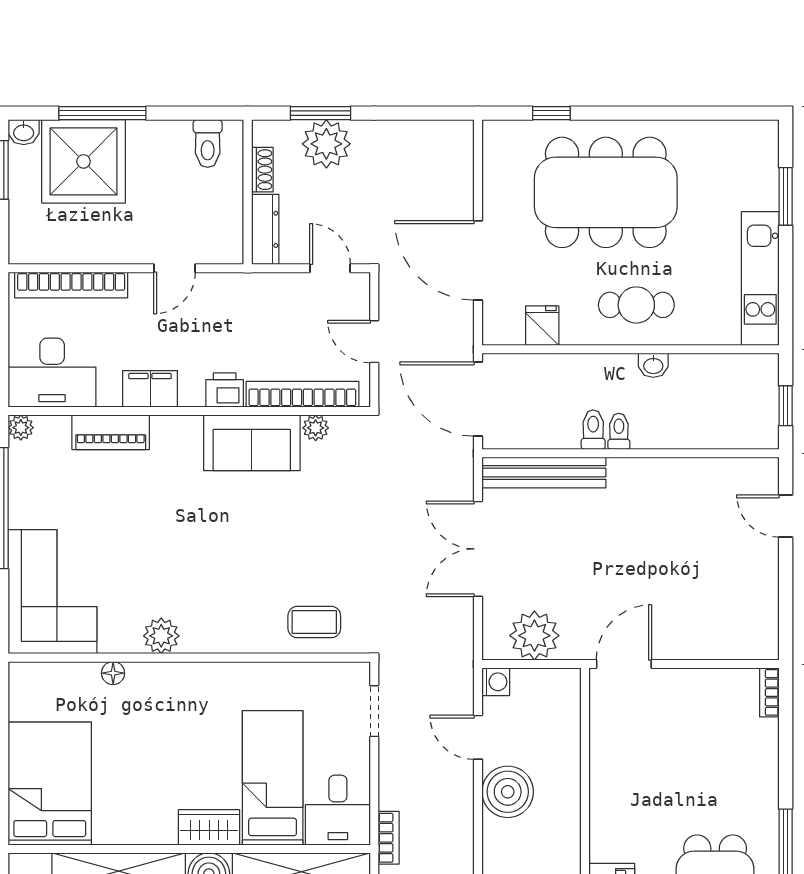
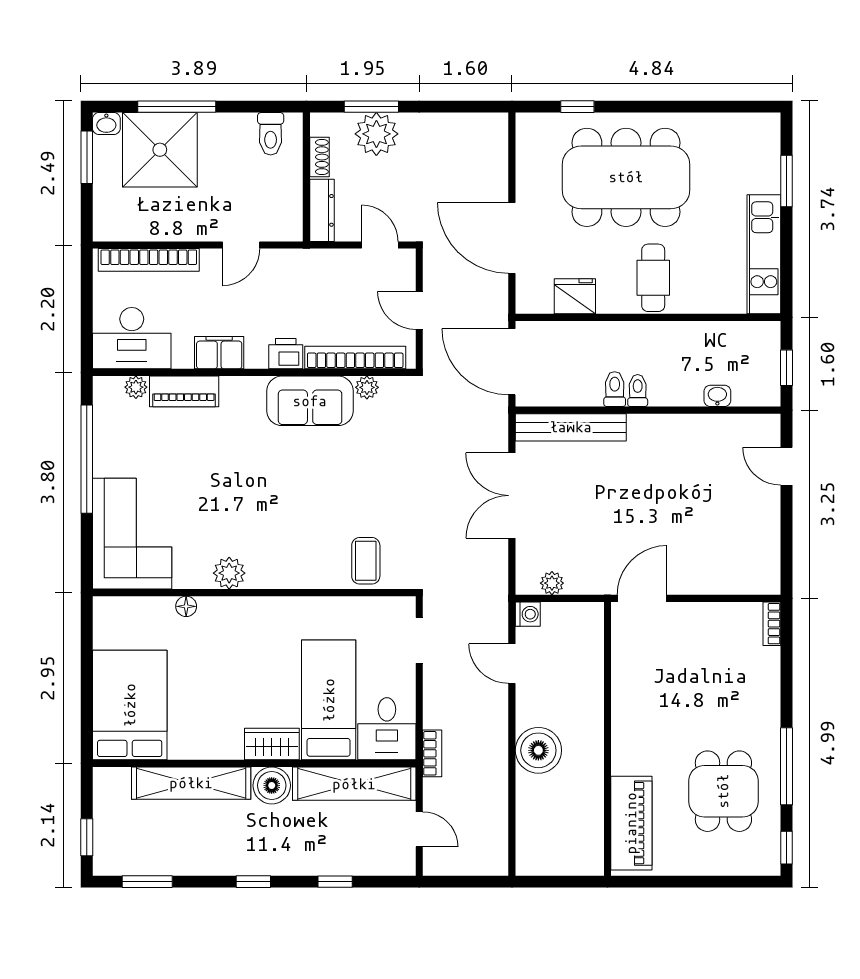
cafe table: (636, 305) -> (653, 278), turned 90
fridge: (542, 326) -> (575, 296), width x1.38
washbasin: (653, 365) -> (717, 396), moved, turned 180
plant: (21, 428) -> (136, 387), moved
coffee table: (314, 622) -> (366, 561), turned 90
plant: (534, 636) -> (552, 583), width x0.53, depth x0.53
boiler: (508, 792) -> (538, 750), moved

